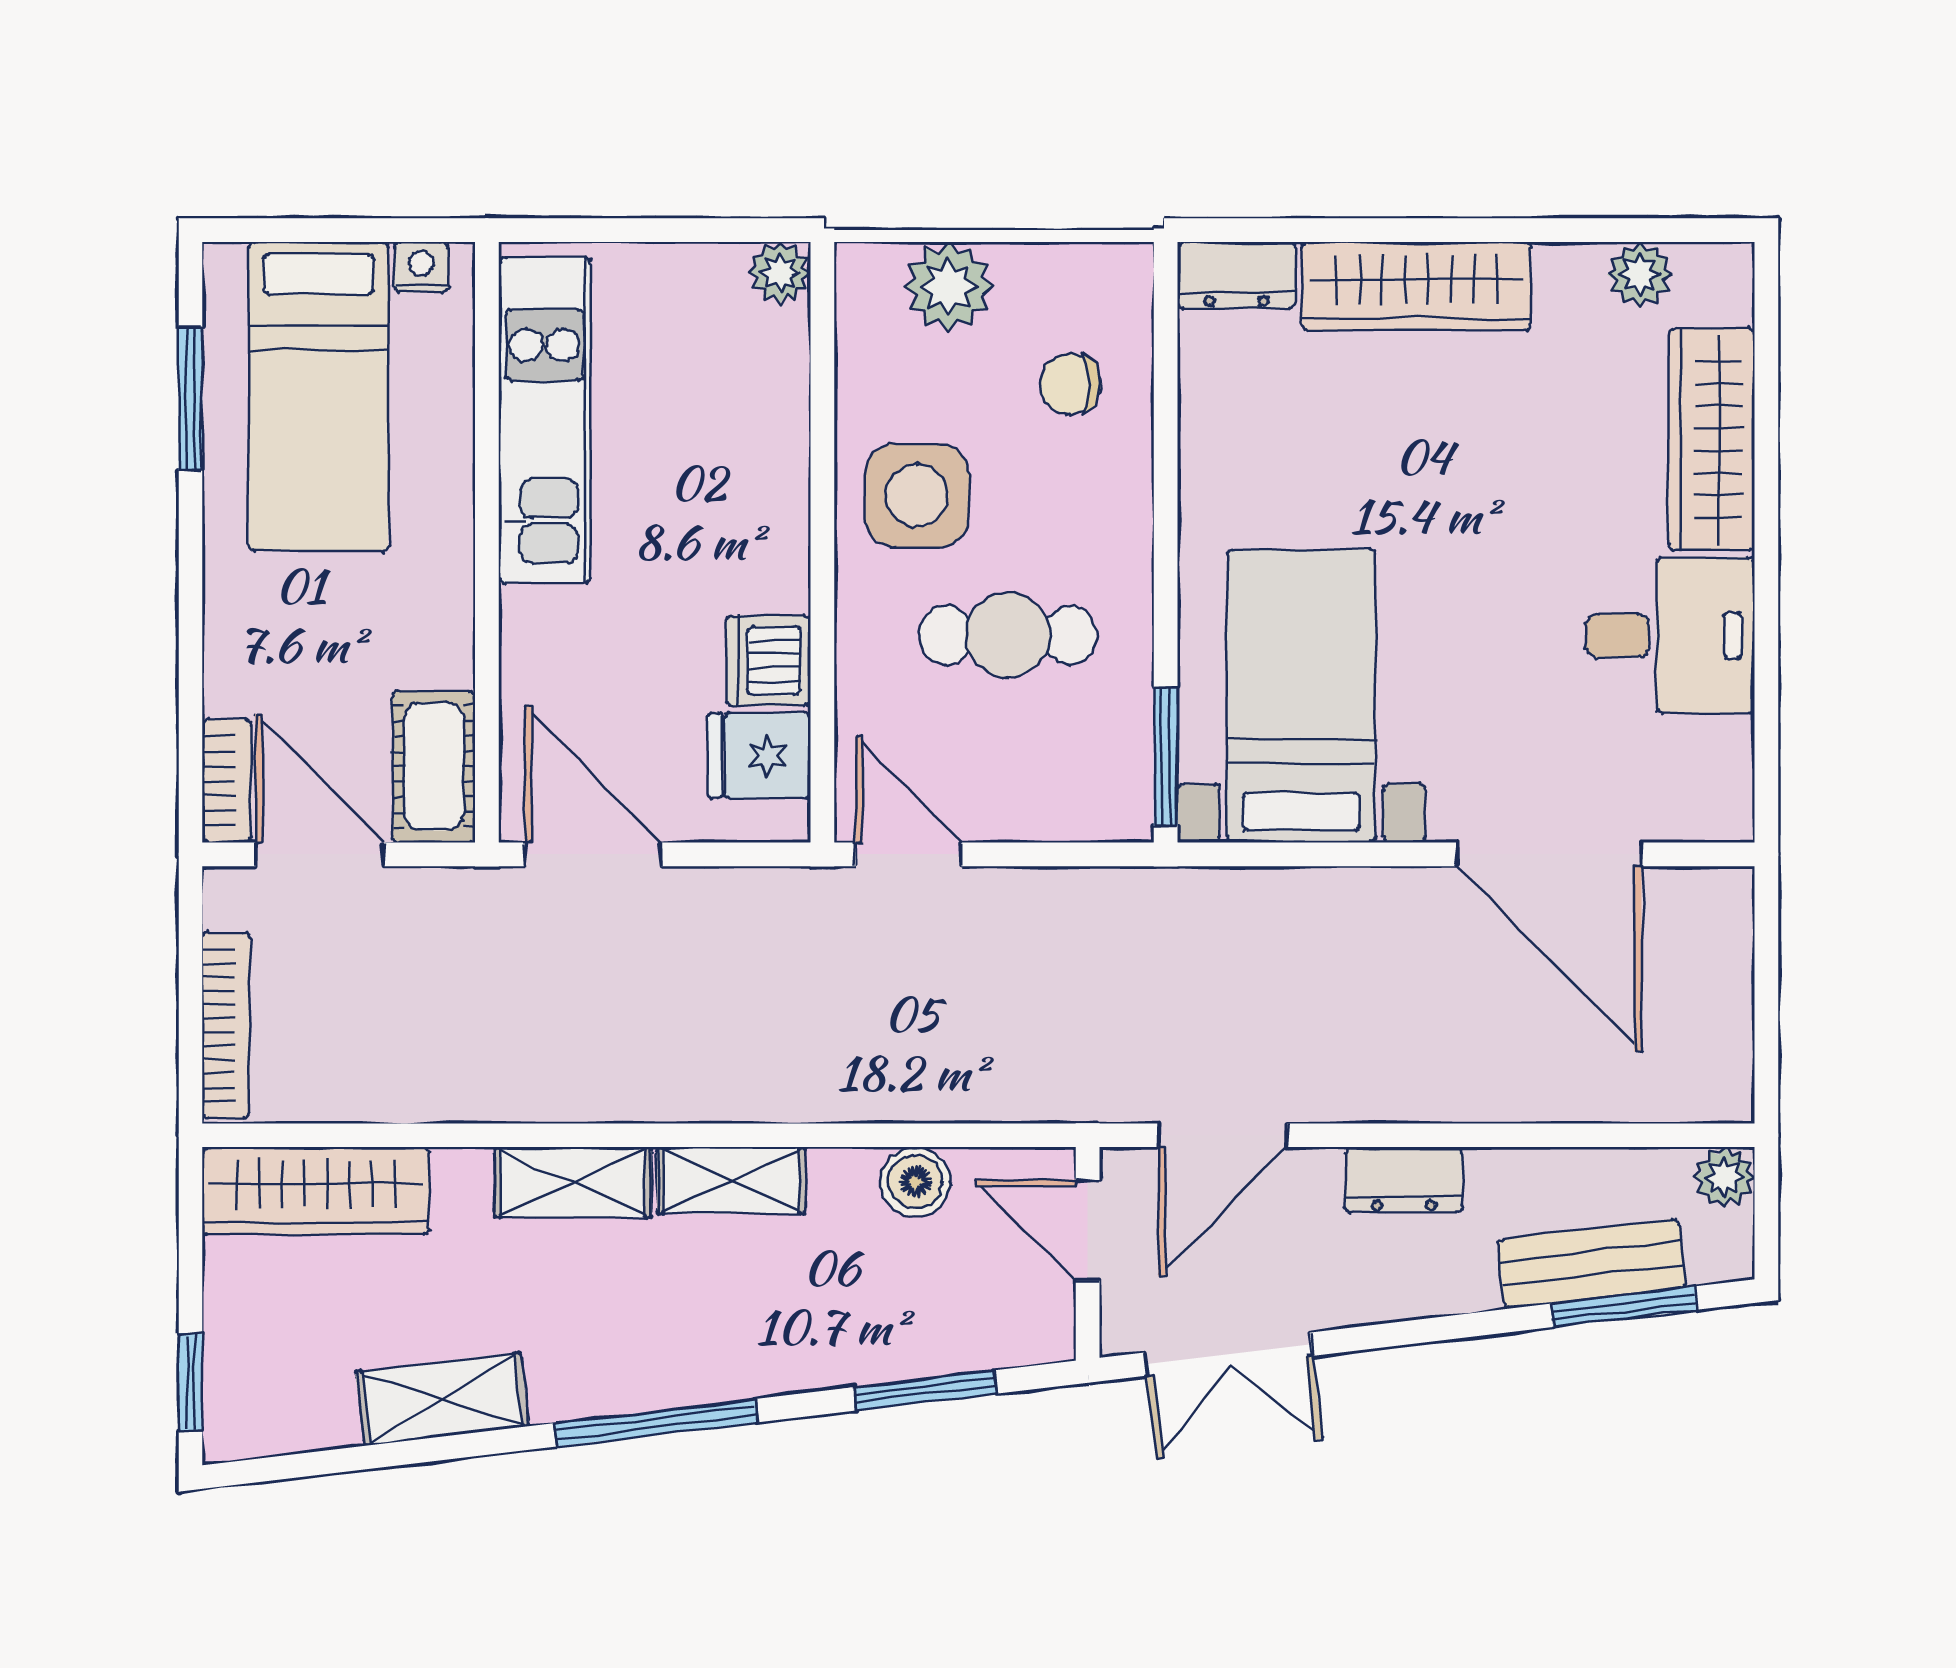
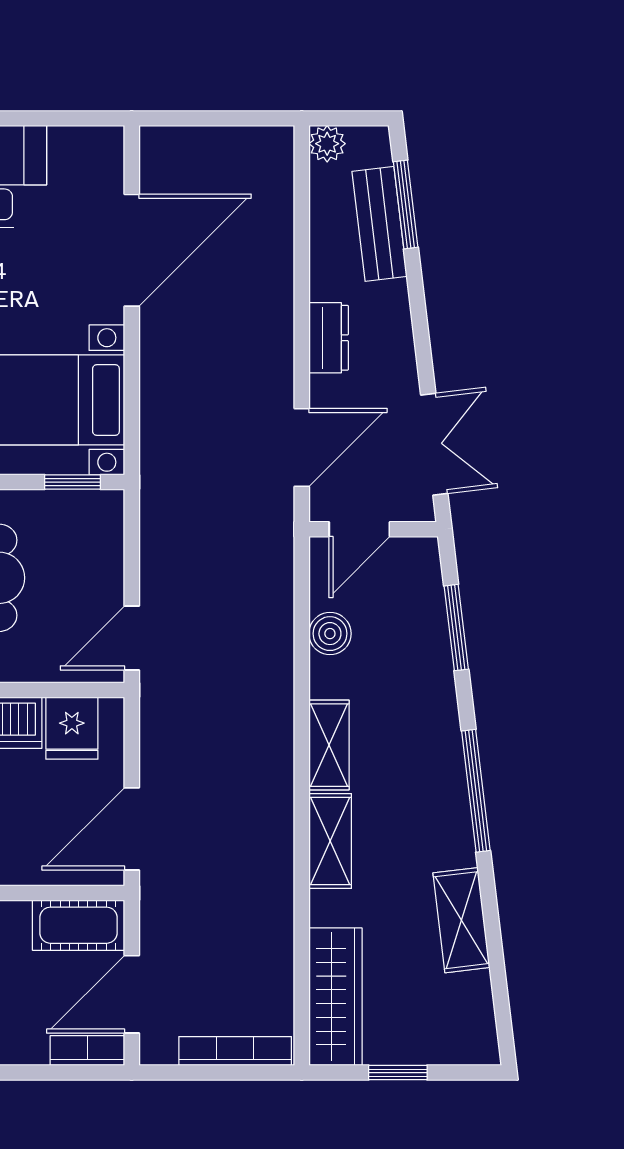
window: (1166, 756) -> (72, 482), width x0.67
door: (1223, 1135) -> (302, 447), hinge flipped
window: (190, 1382) -> (398, 1073), moved

